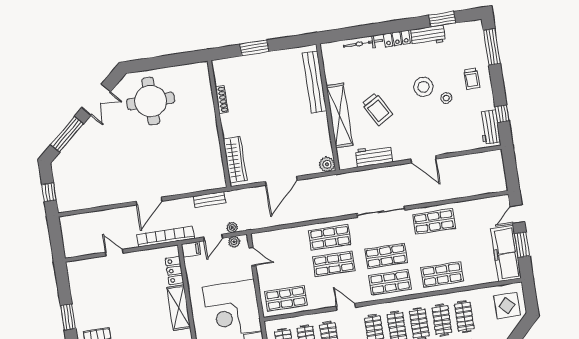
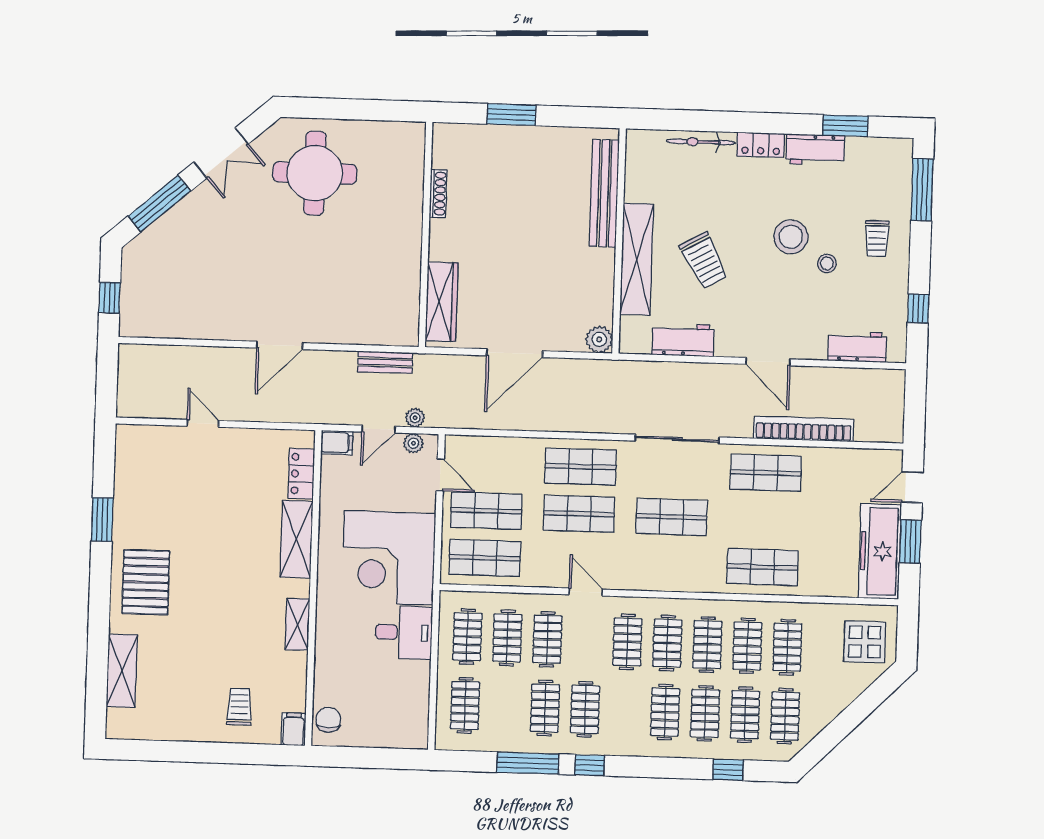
workbench: (490, 127) -> (857, 347), moved, turned 90
bookcase: (166, 237) -> (804, 429), moved
shop shelf: (390, 282) -> (486, 511), moved

